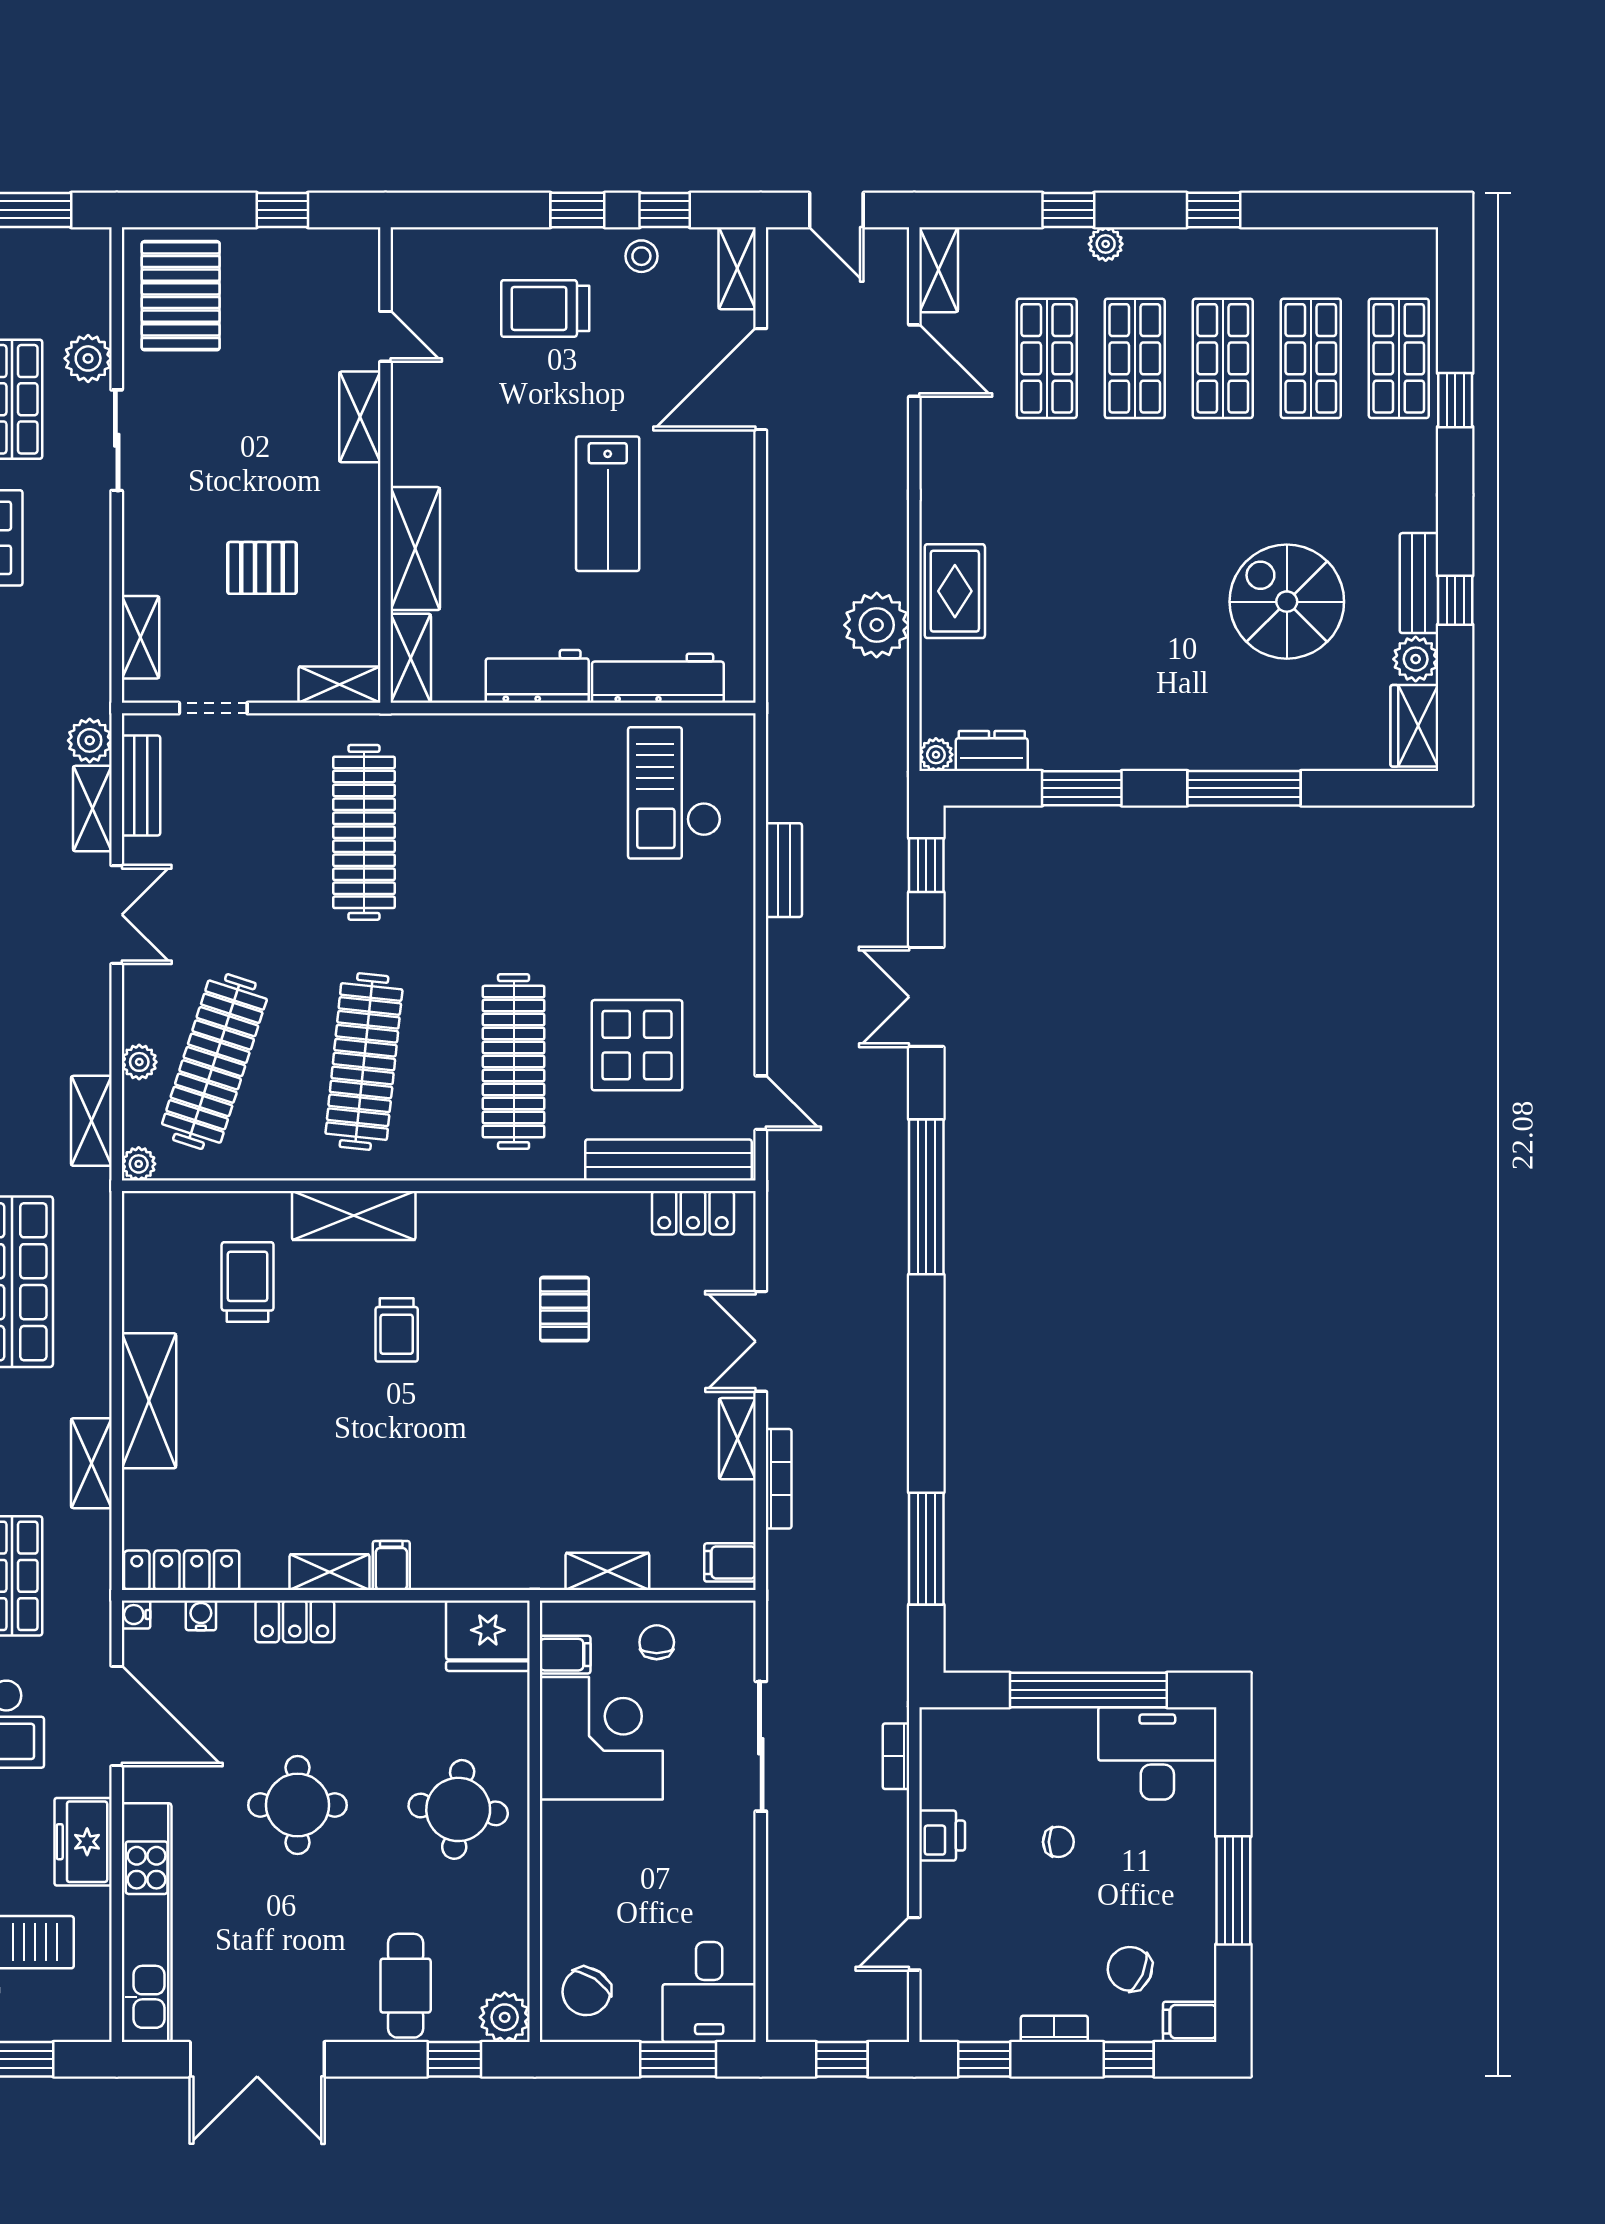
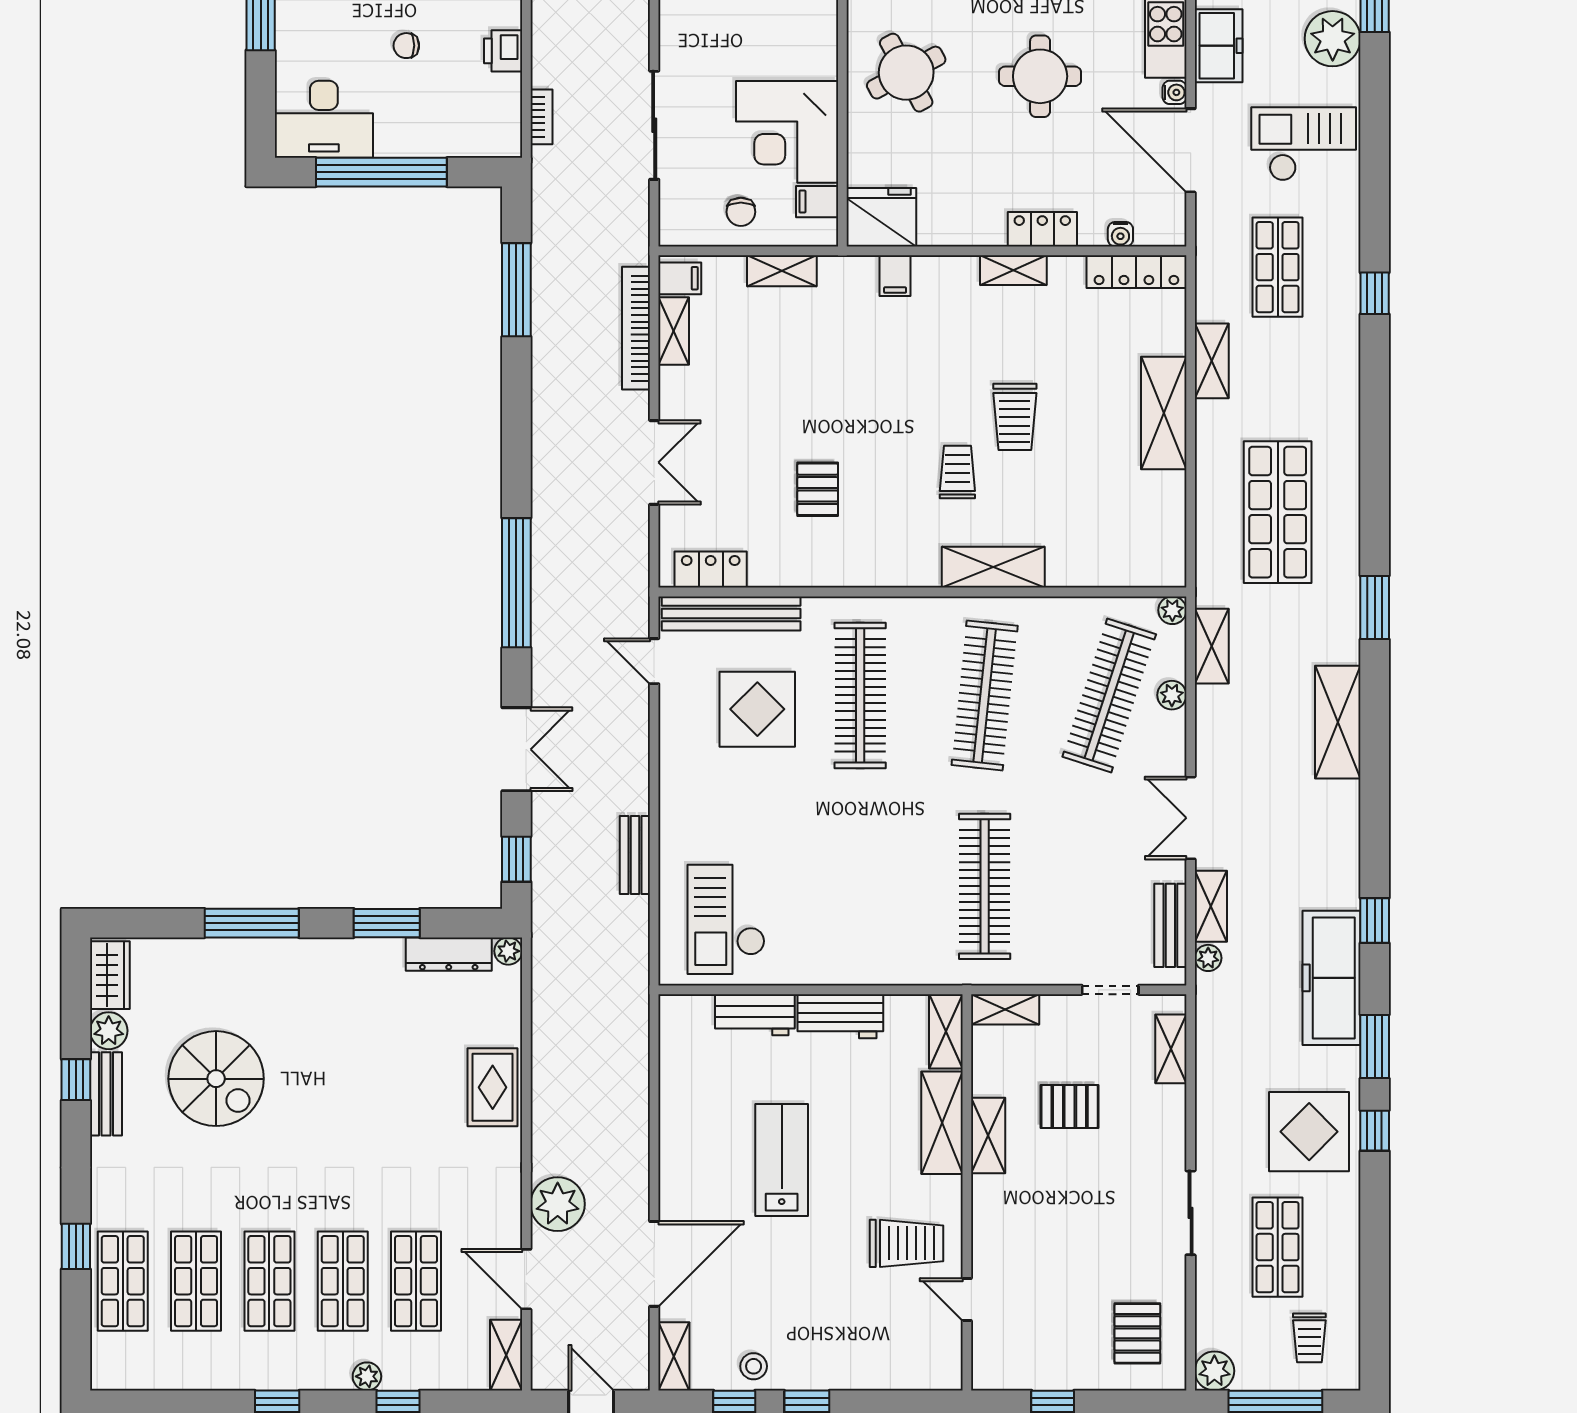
pallet: (181, 296) -> (1137, 1333), width x0.67, depth x0.71
trolley: (545, 308) -> (906, 1243), moved
plant: (88, 358) -> (1214, 1371), moved
shelving: (360, 417) -> (988, 1136), moved
plant: (877, 625) -> (558, 1204), moved
workbench: (658, 678) -> (755, 1015), width x0.73
plant: (90, 740) -> (1208, 958), width x0.73, depth x0.73
dresser: (992, 751) -> (449, 954), width x1.44
checkout: (674, 793) -> (726, 919), turned 180
trolley: (248, 1282) -> (1015, 417), moved
shelving: (737, 1439) -> (674, 331), moved
bookcase: (779, 1479) -> (636, 328), width x1.48, depth x1.31
filing cabinet: (391, 1566) -> (895, 276), moved
water cooler: (136, 1615) -> (1175, 92), moved
round table: (458, 1809) -> (906, 73), turned -34

